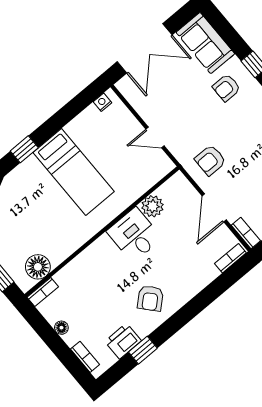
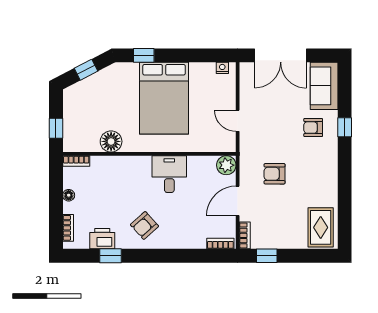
armchair: (210, 160) -> (275, 174), moved
bed: (74, 172) -> (164, 98), width x1.50
plant: (153, 206) -> (226, 165), moved
floor lamp: (38, 267) -> (111, 141), moved

